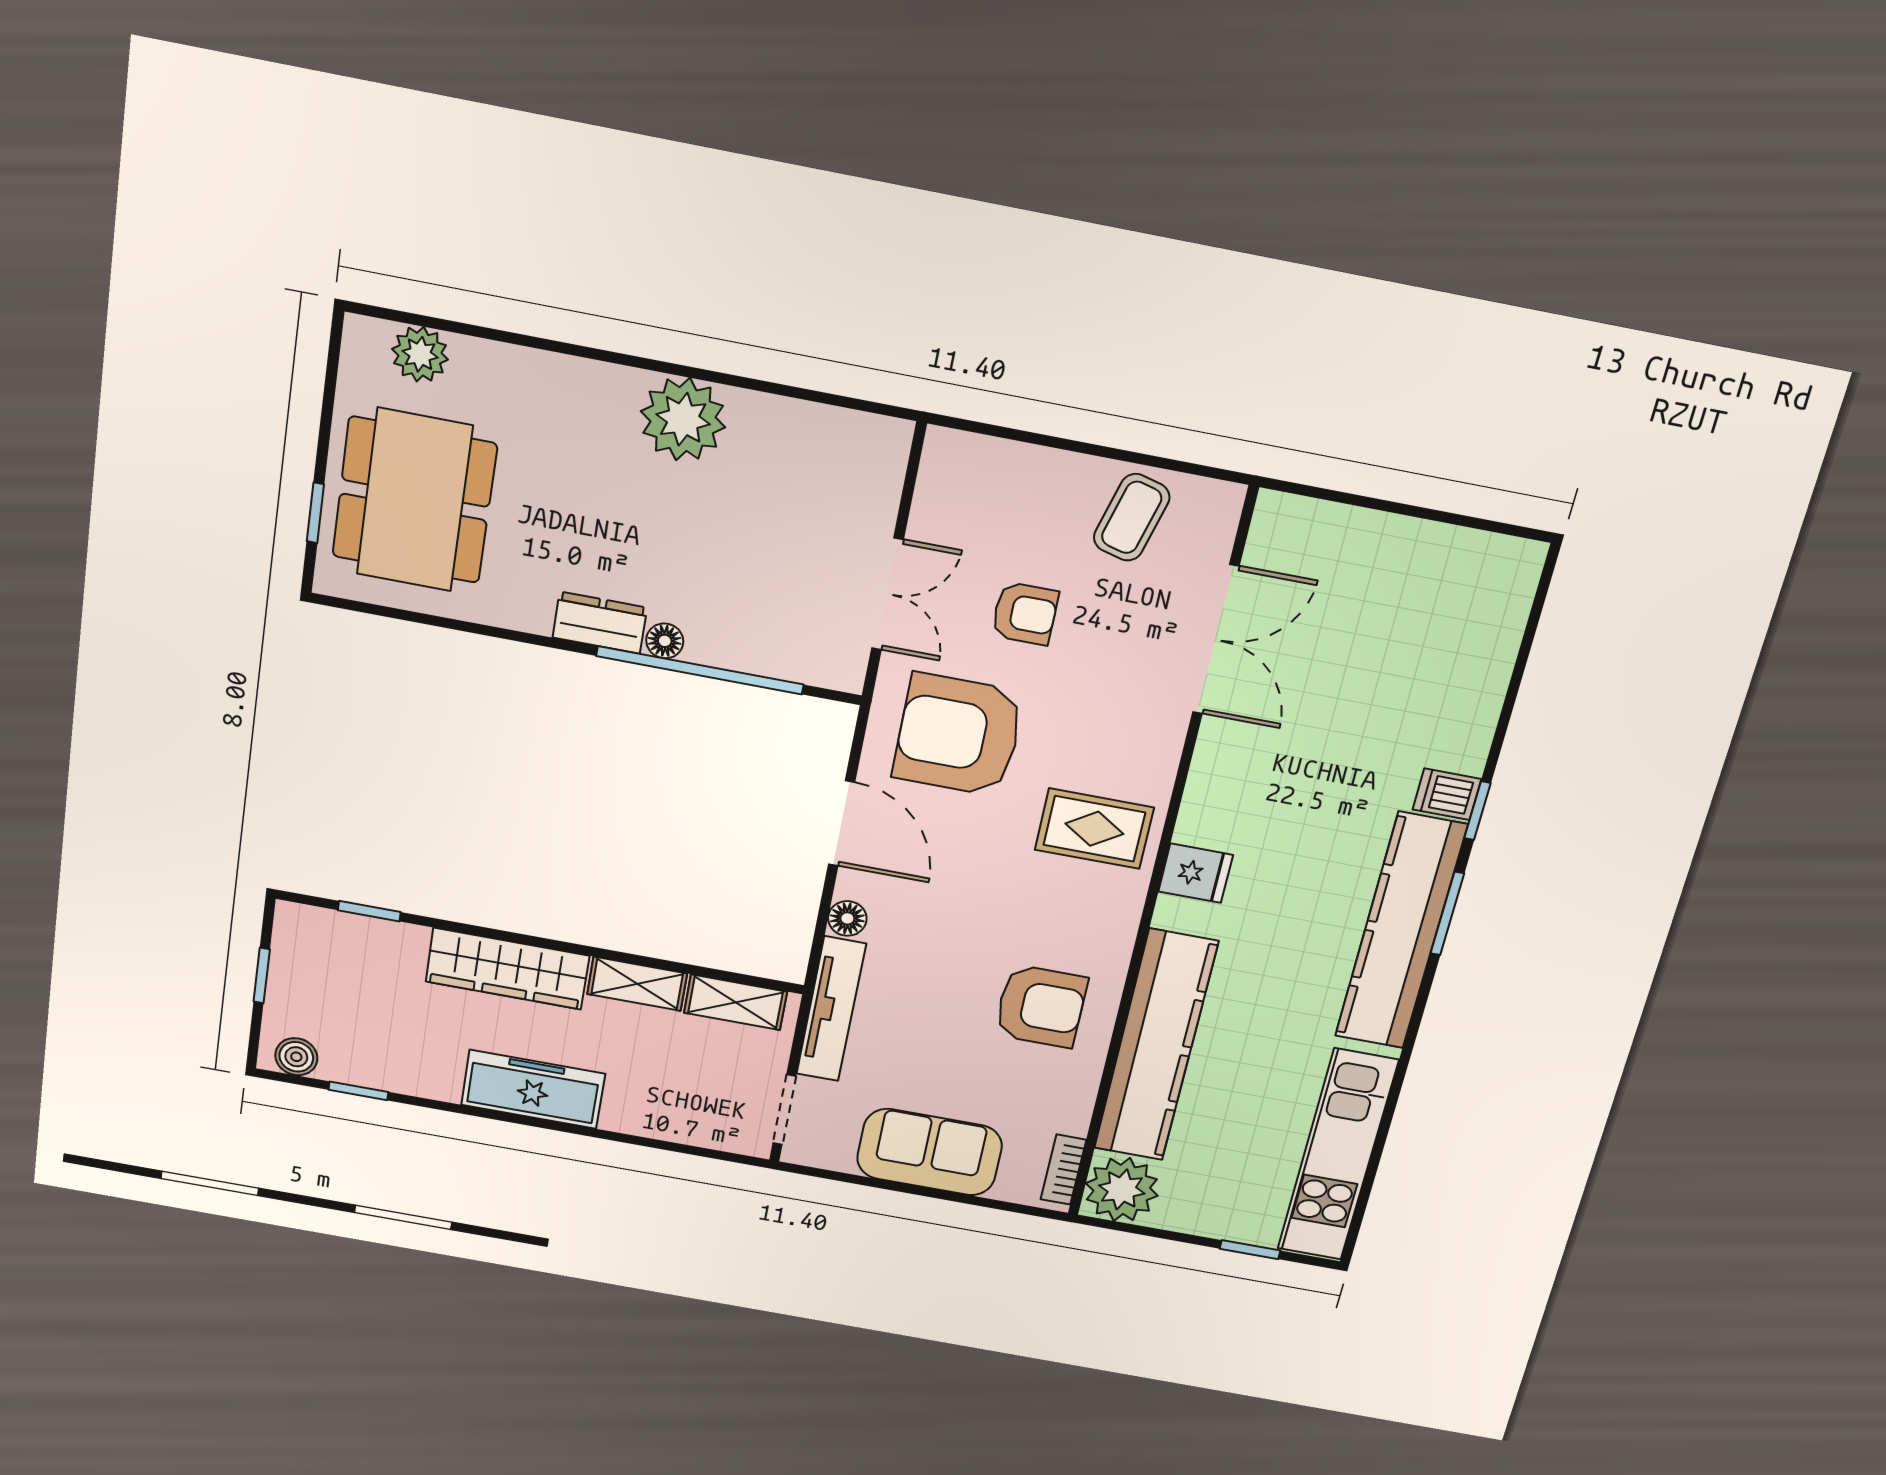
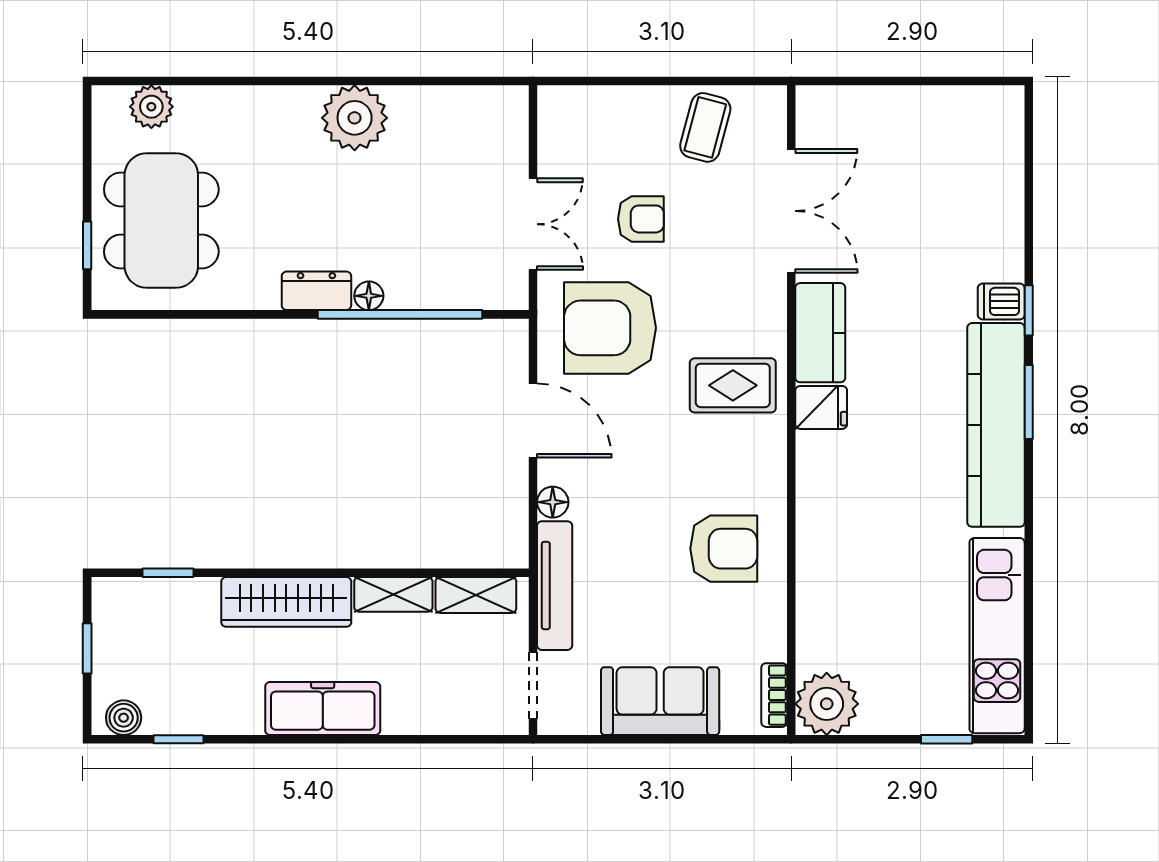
kitchen counter: (1156, 1046) -> (820, 333), moved, width x0.48, depth x0.86

